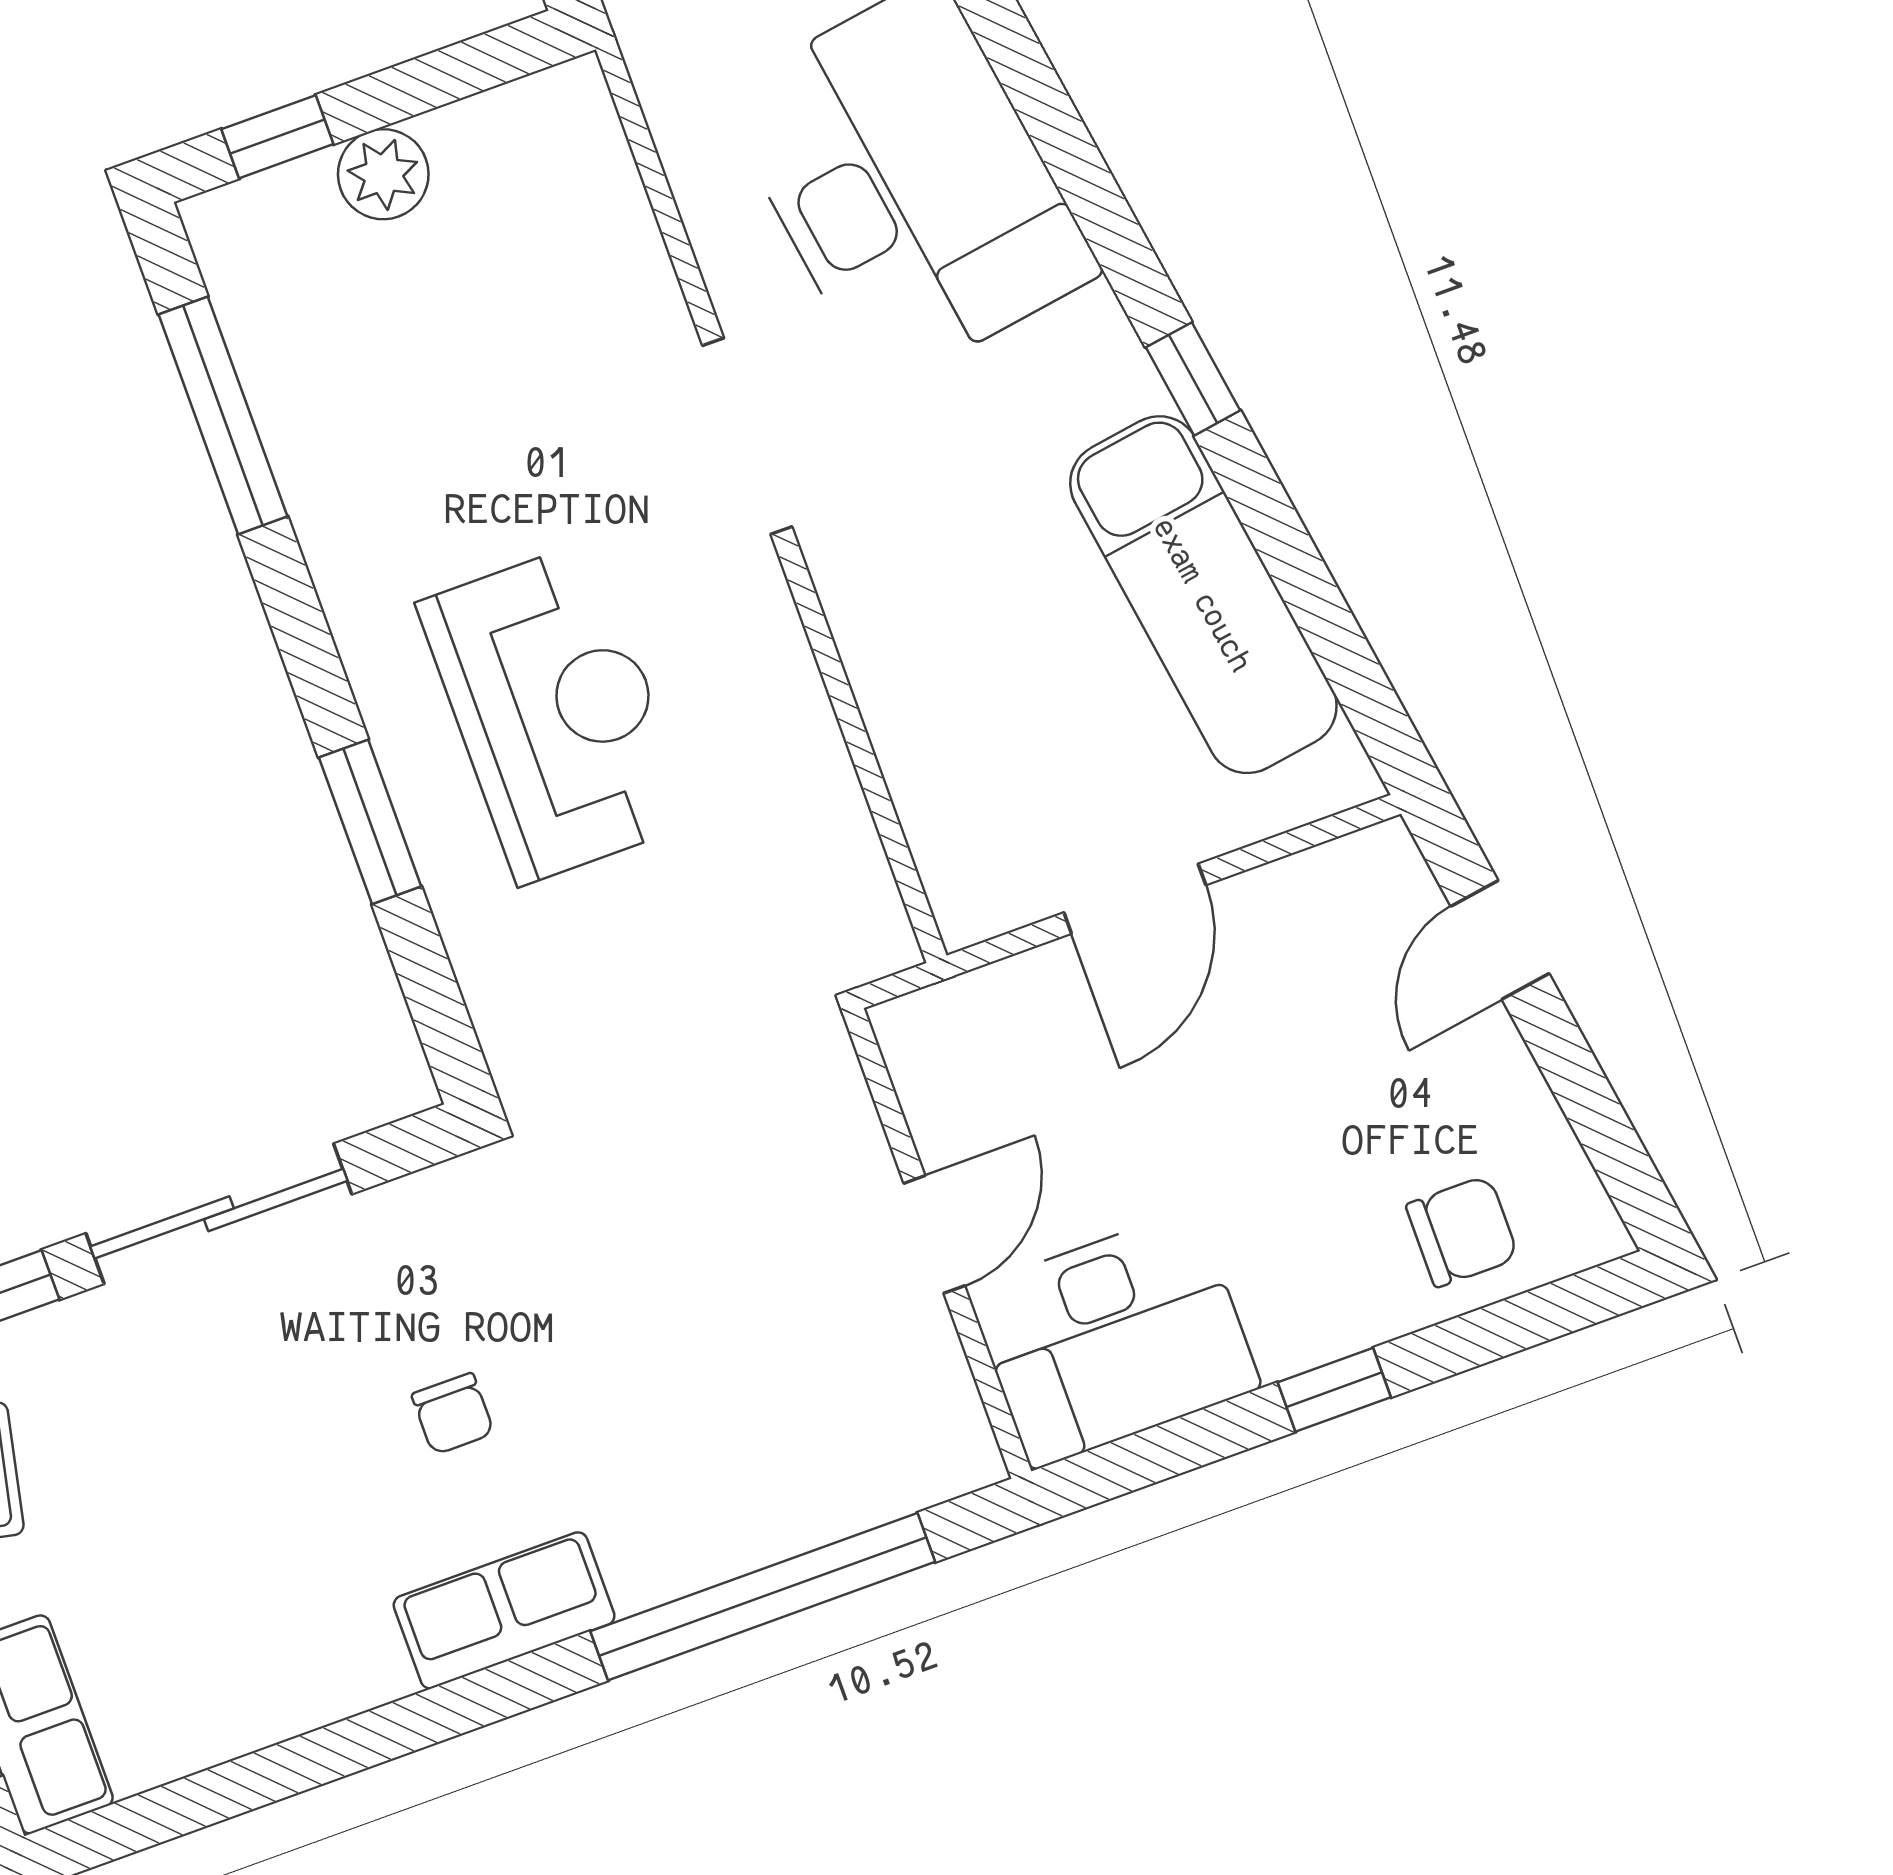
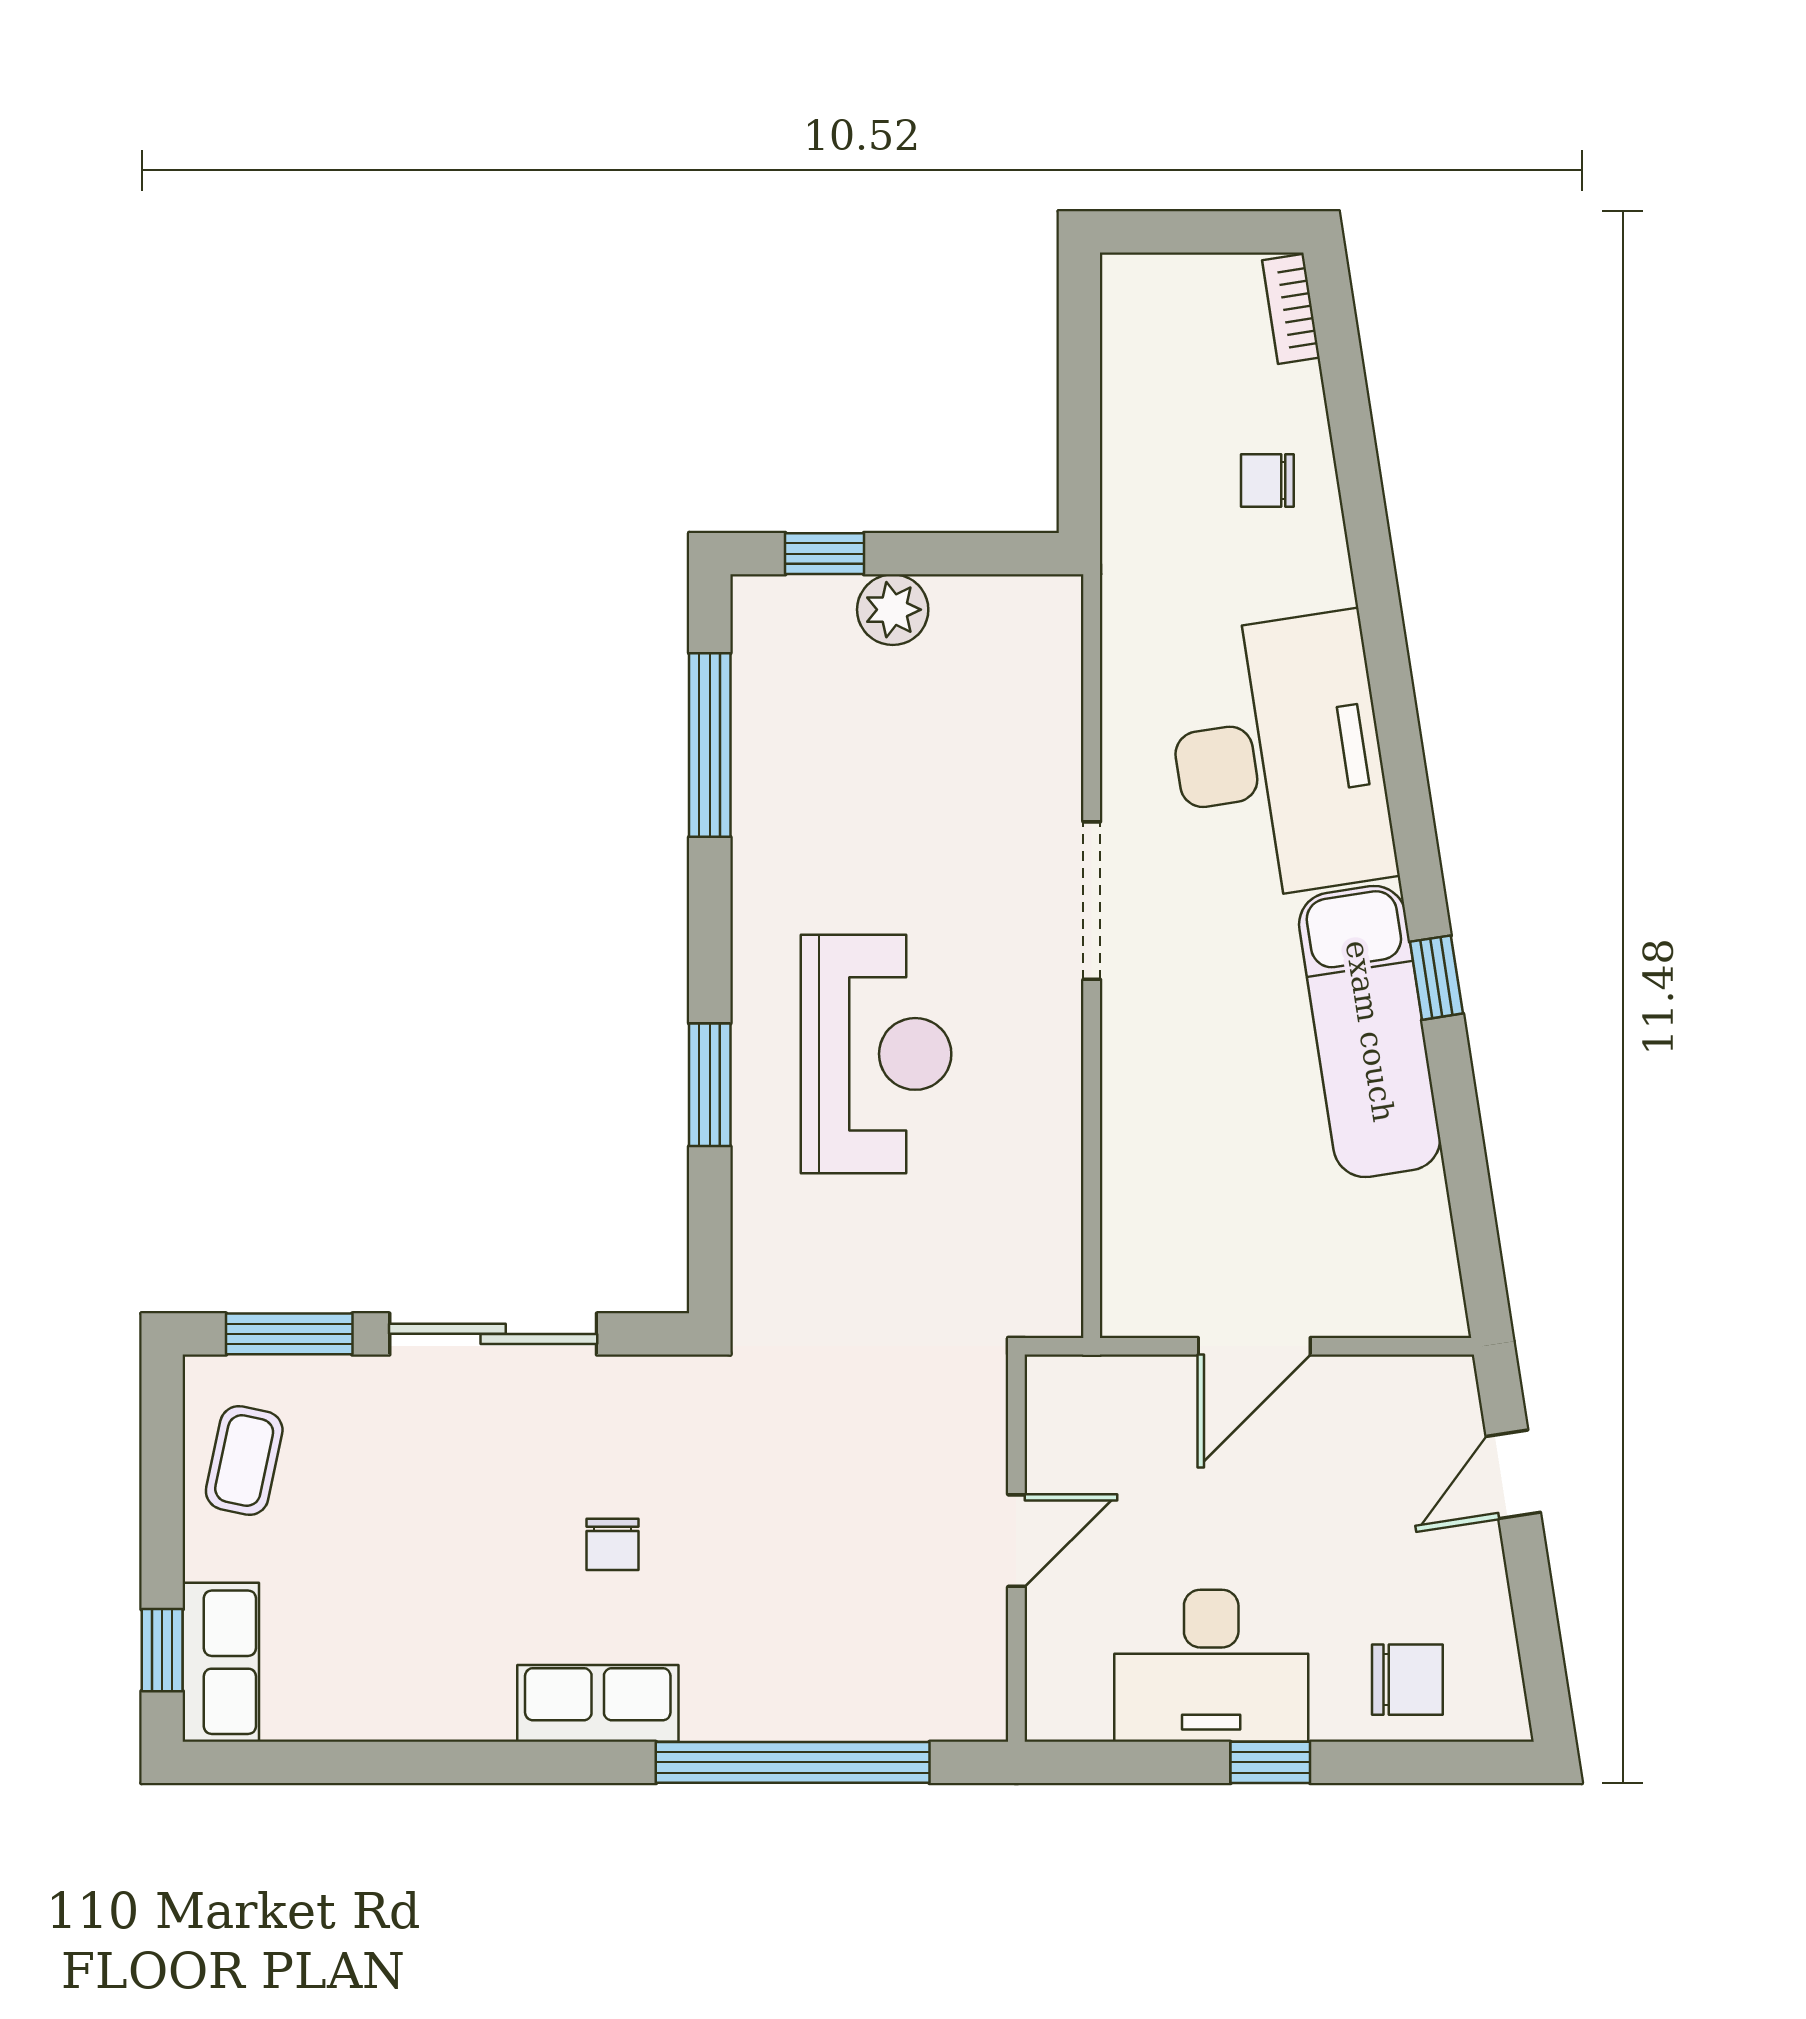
exam couch: (1203, 595) -> (1370, 1031), moved
desk: (1114, 1339) -> (1211, 1666), moved

